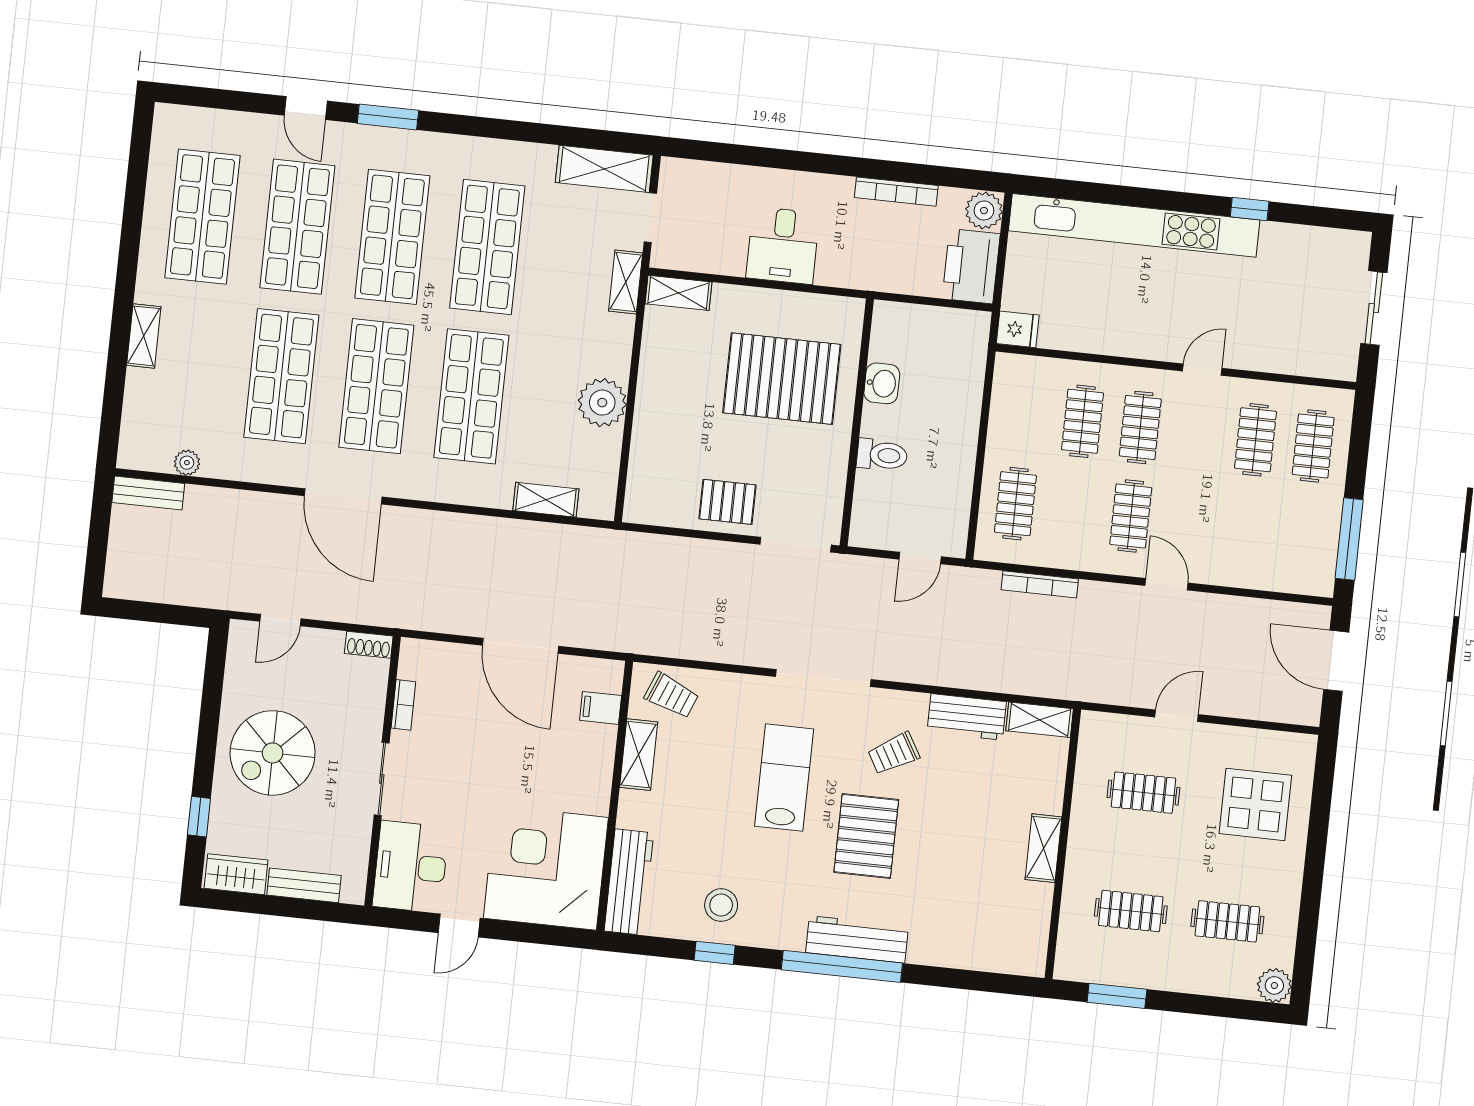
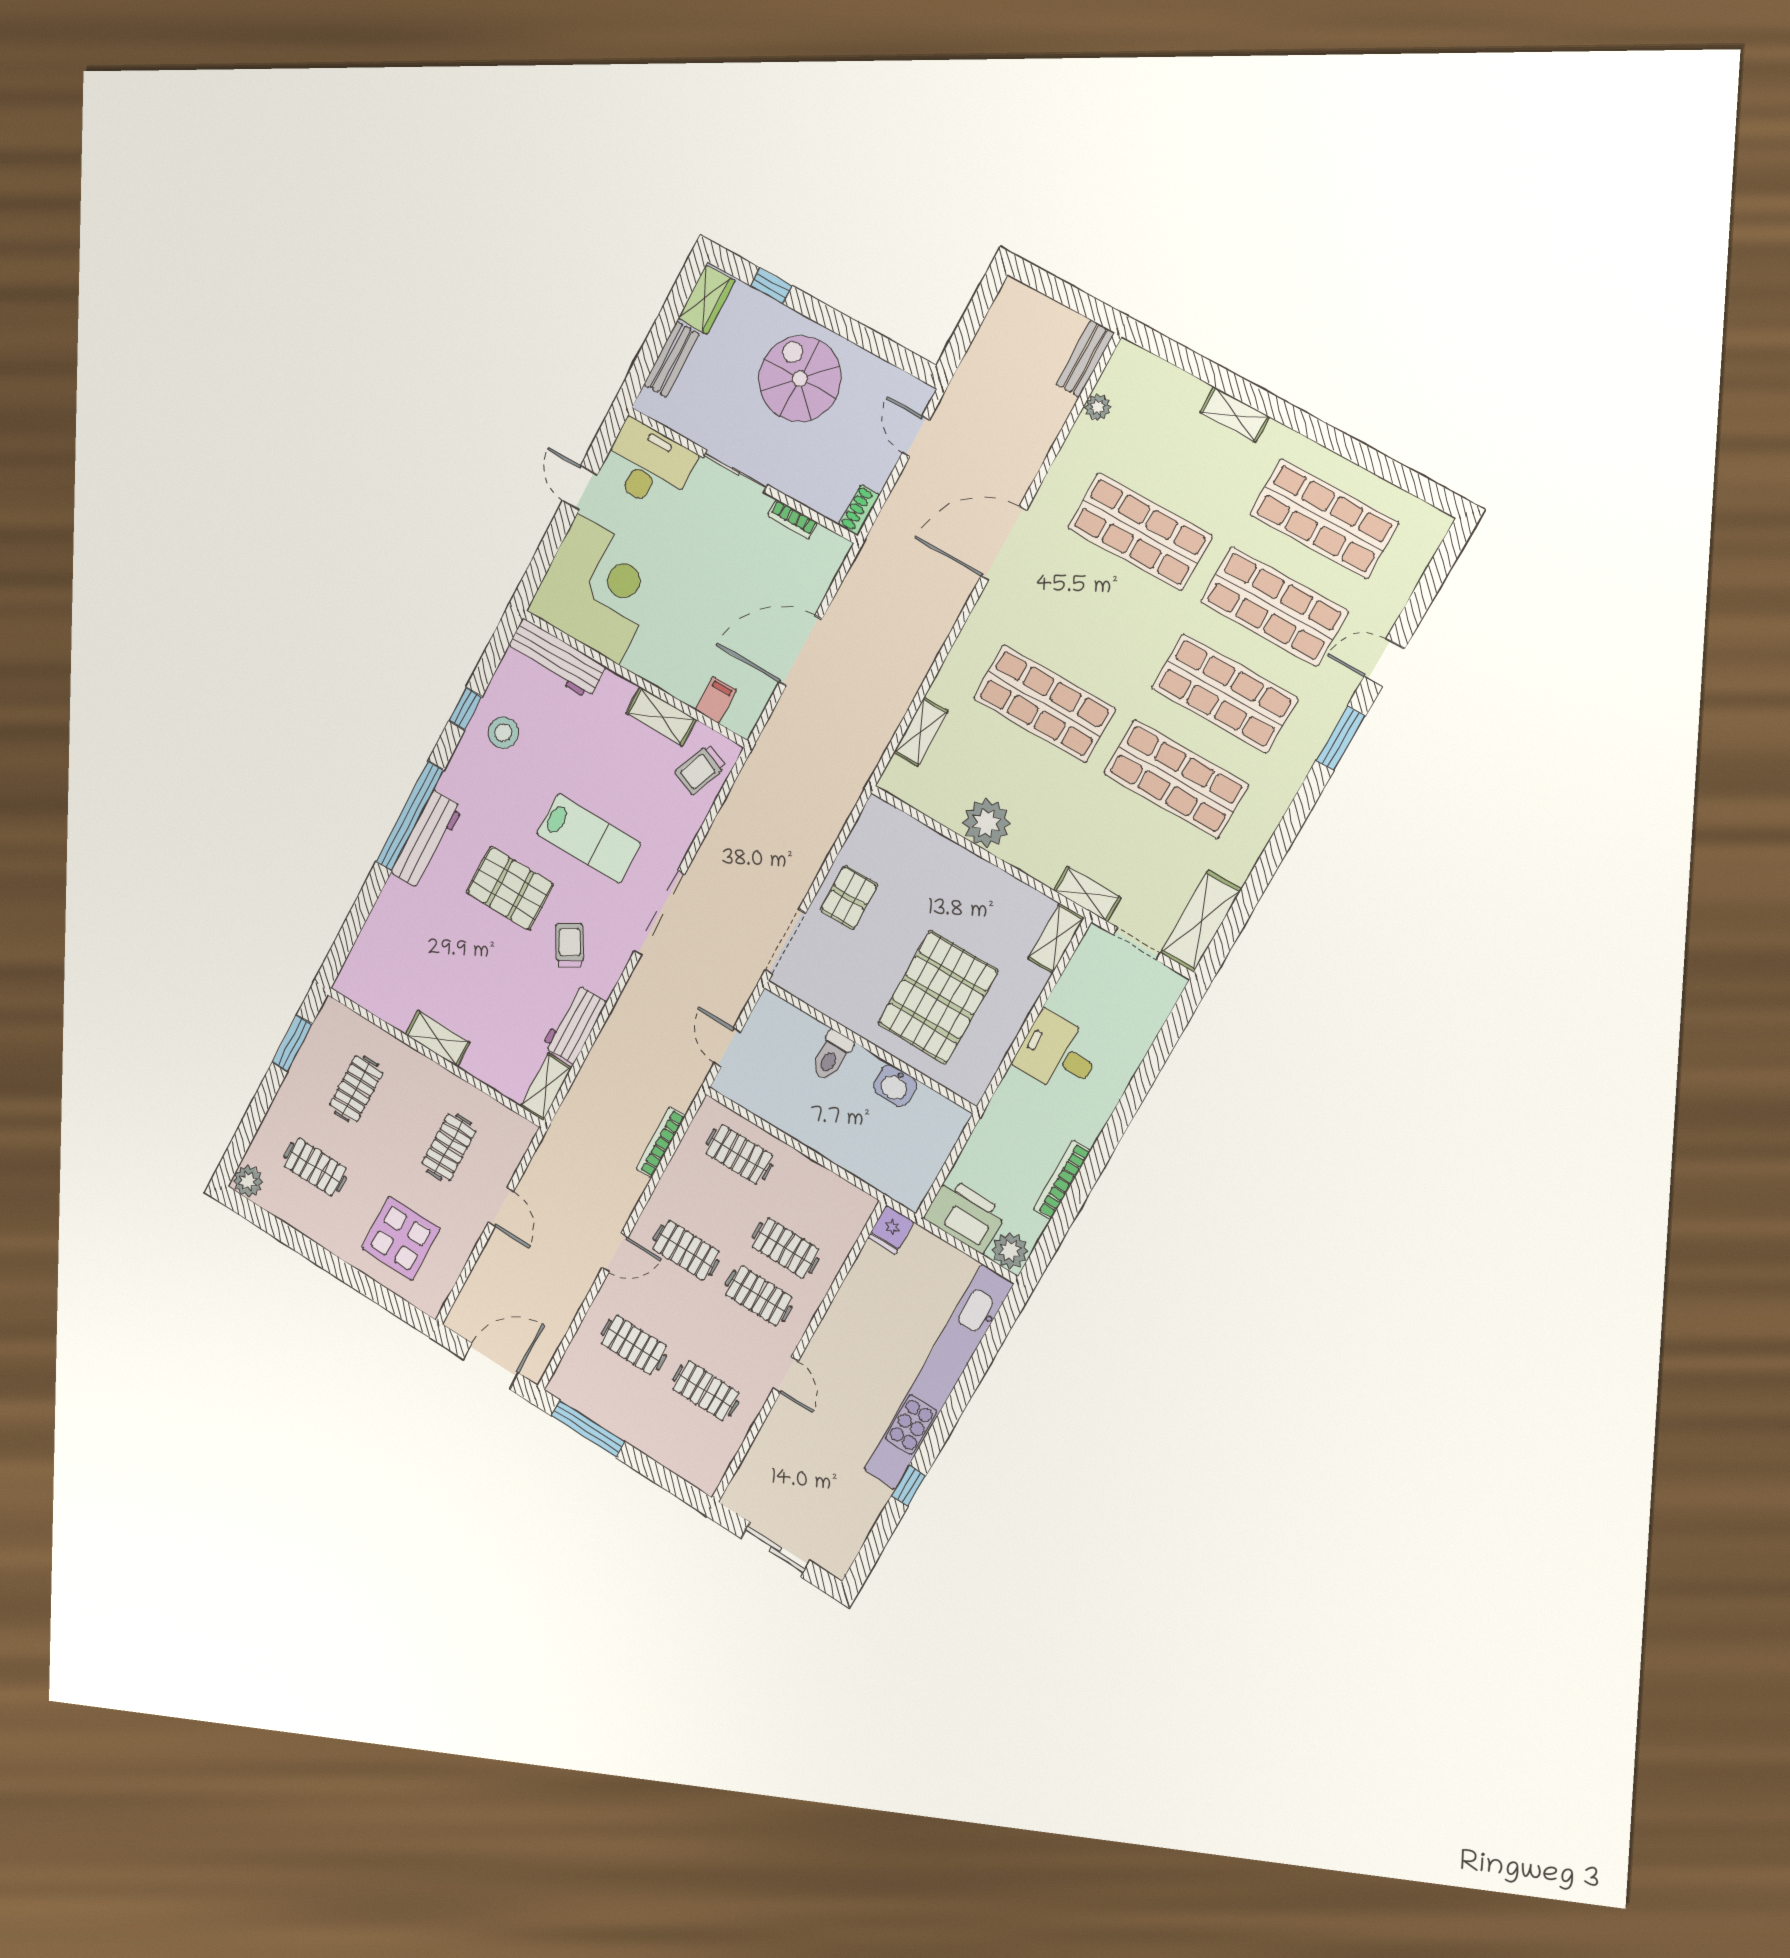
shop shelf: (376, 386) -> (1092, 618), removed
clothes rail: (1313, 446) -> (634, 1345), moved
clothes rail: (1227, 921) -> (315, 1167), turned 90

